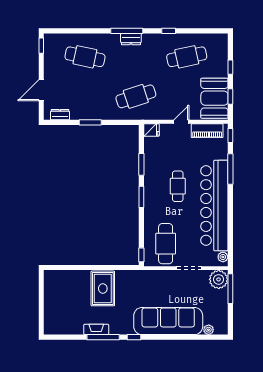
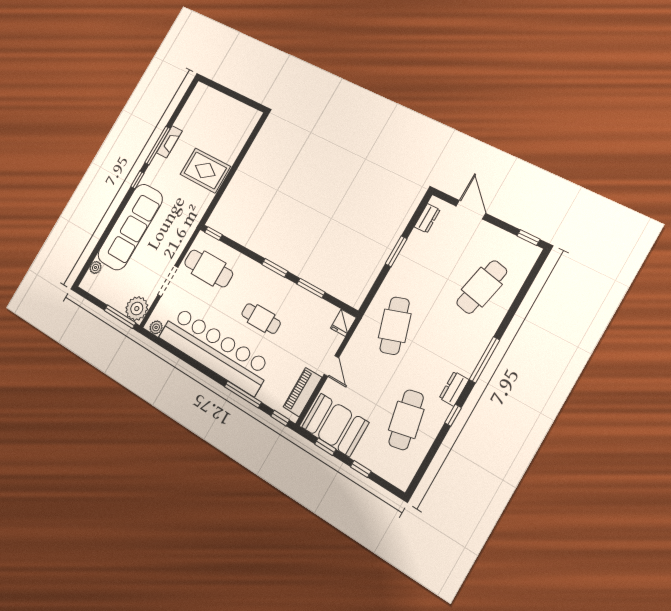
dresser: (131, 39) -> (454, 389), moved

